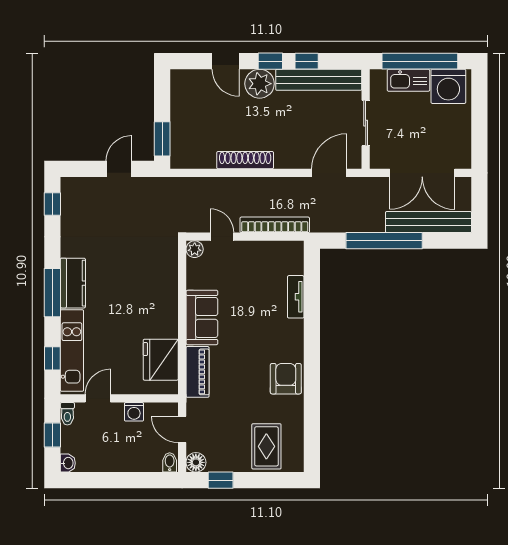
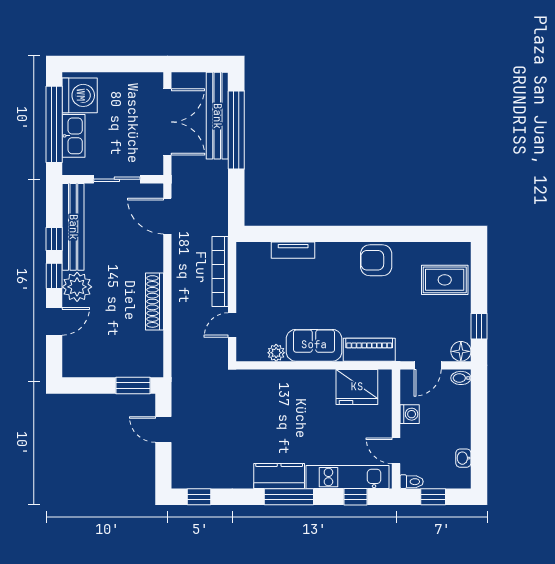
window: (384, 241) -> (236, 130), moved
plant: (195, 249) -> (276, 353), moved
washbasin: (68, 463) -> (463, 458), moved, turned -90

